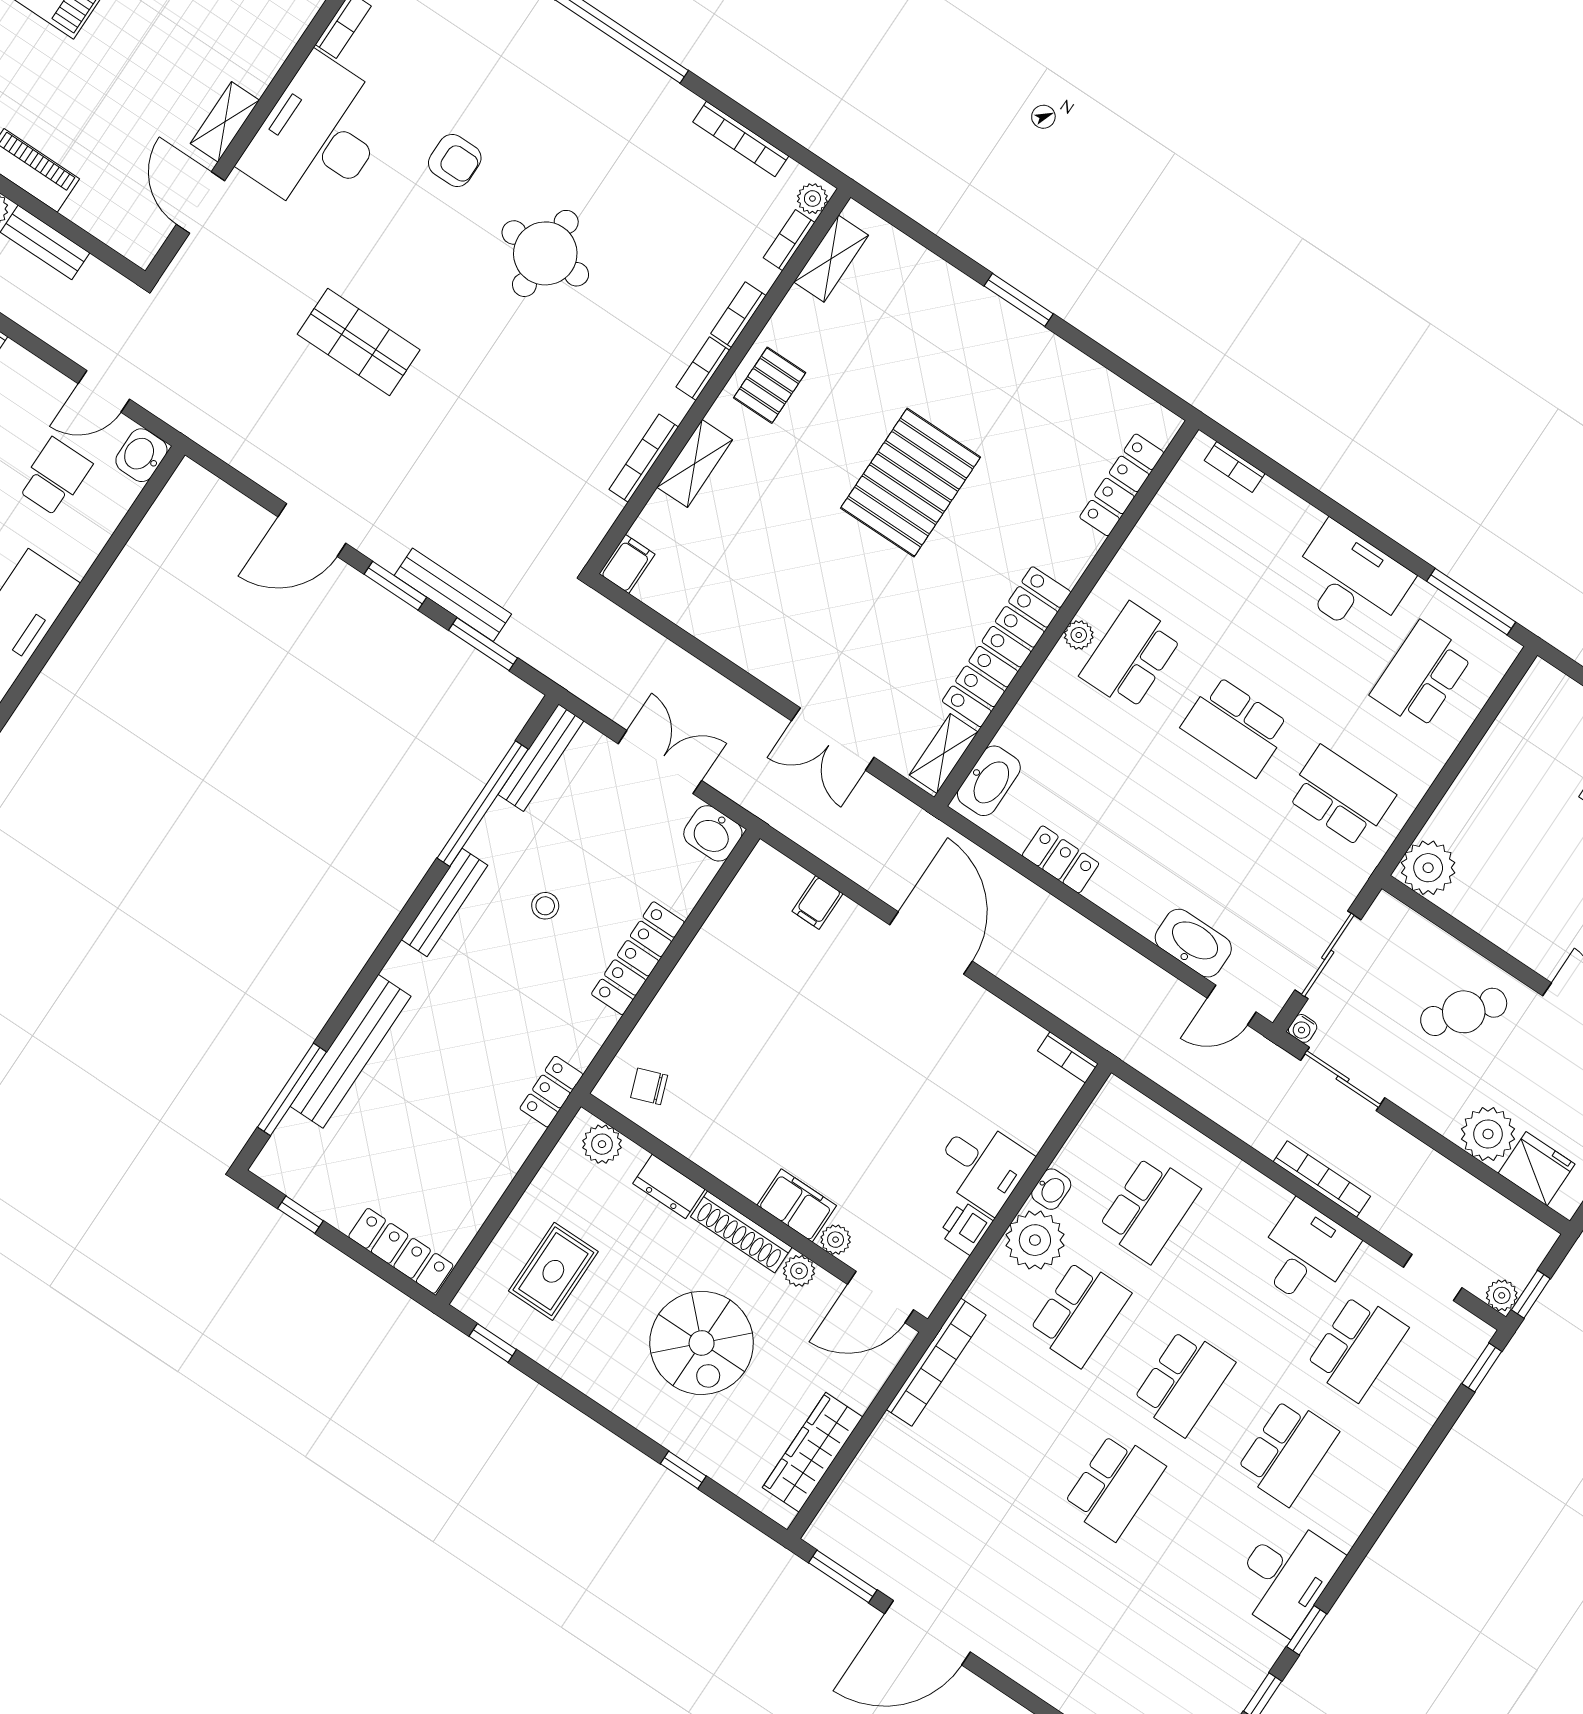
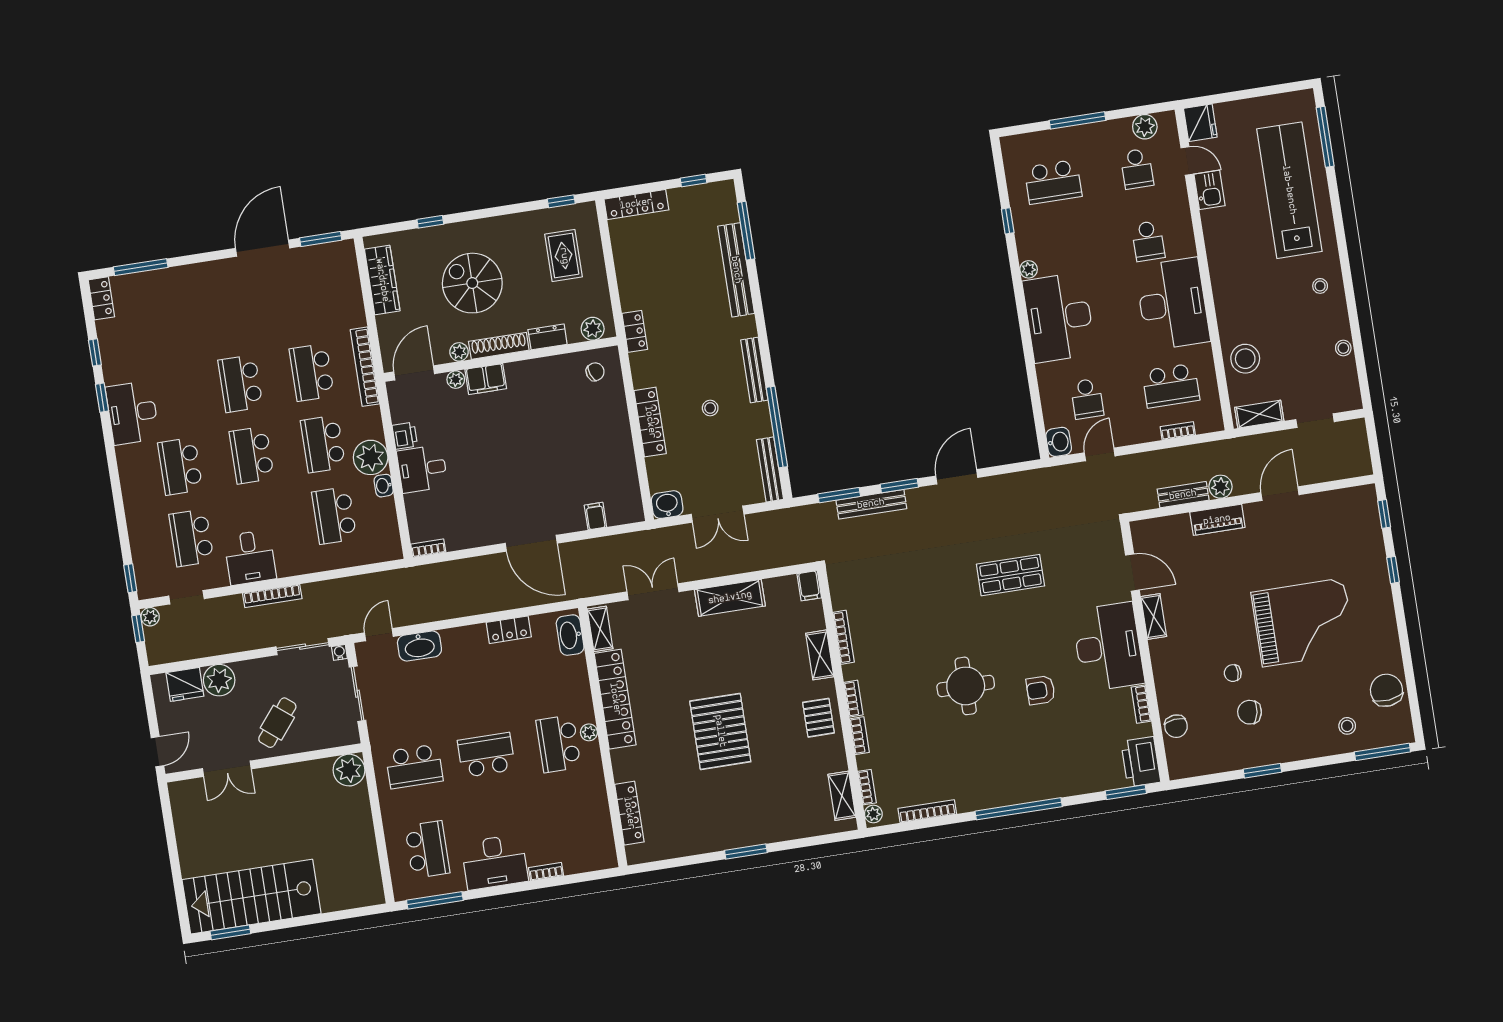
bookcase: (1235, 467) -> (546, 872), moved
shelving: (742, 641) -> (730, 598), added
school desk: (1131, 656) -> (558, 744), turned 180
school desk: (1010, 1417) -> (312, 372), added

